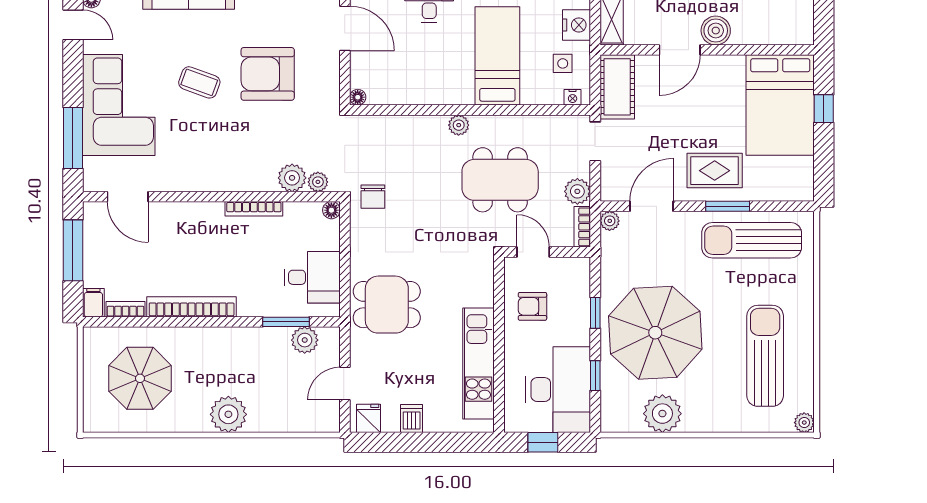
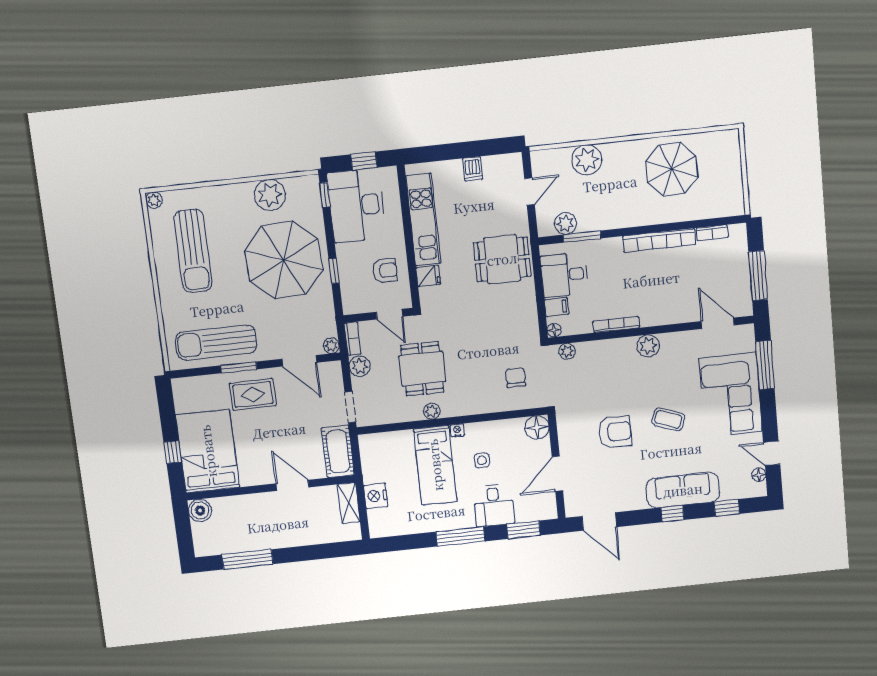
door: (345, 28) -> (557, 474), hinge flipped
boiler: (716, 31) -> (200, 510), moved
door: (680, 50) -> (292, 485), hinge flipped
side table: (563, 63) -> (482, 460), moved
armchair: (268, 74) -> (615, 432), width x0.73, depth x0.73
floor lamp: (358, 97) -> (537, 427), width x1.89, depth x1.89
nightstand: (573, 97) -> (457, 430), moved
plant: (459, 125) -> (432, 411), moved
plant: (292, 178) -> (648, 346), moved
dining table: (500, 180) -> (422, 369), width x0.73
chair: (373, 197) -> (516, 378), moved
door: (651, 206) -> (299, 361), hinge flipped
sun lounger: (752, 240) -> (216, 343), turned 180
filing cabinet: (93, 303) -> (556, 307), moved, turned -90
window: (595, 376) -> (325, 195), moved
parasol: (140, 378) -> (672, 169), moved
plant: (228, 414) -> (587, 160), moved
fridge: (369, 418) -> (428, 276), moved, turned -90

